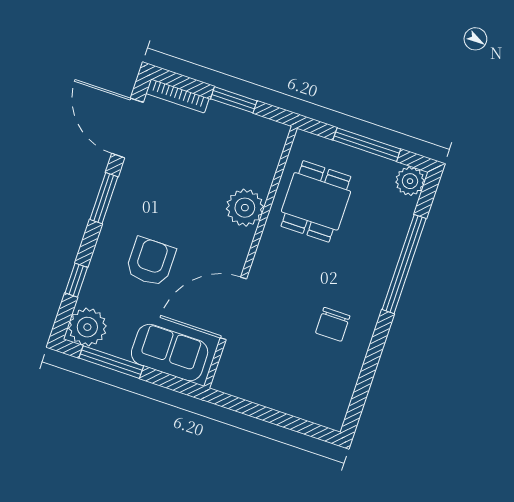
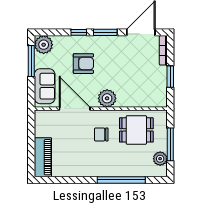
plant: (410, 181) -> (160, 159), moved
plant: (245, 208) -> (107, 98), moved
window: (76, 280) -> (79, 32), moved
chair: (333, 324) -> (101, 134), moved
piano: (308, 403) -> (43, 157), added

